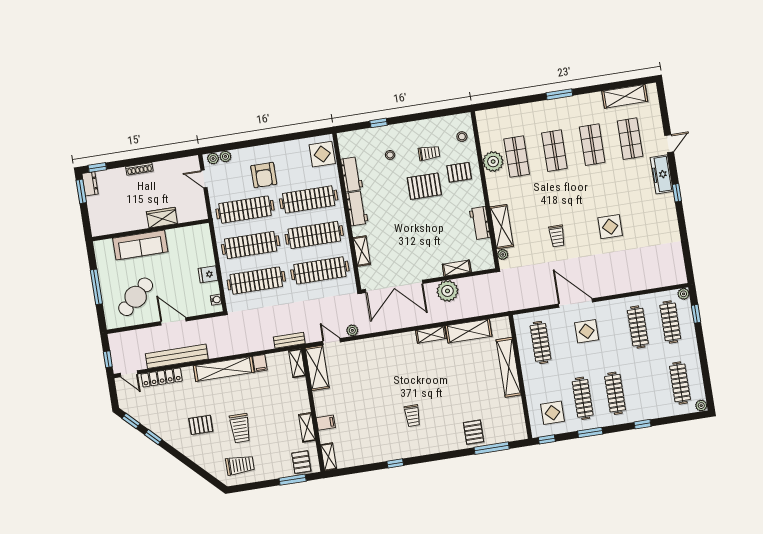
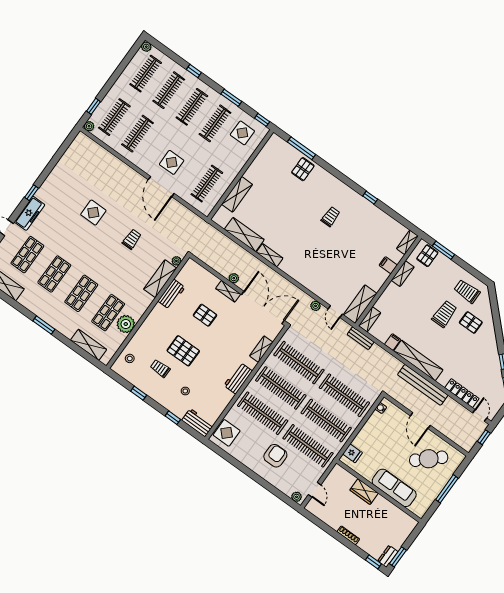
shelving: (507, 114) -> (89, 345), added
window: (426, 115) -> (139, 393), added
plant: (225, 156) -> (288, 490), removed
pallet: (459, 172) -> (205, 315), moved
workbench: (352, 174) -> (198, 423), moved, turned 90
shelving: (457, 268) -> (228, 291), moved
fridge: (208, 274) -> (352, 453), moved
plant: (447, 291) -> (234, 278), width x0.53, depth x0.53
bench: (177, 356) -> (423, 385), moved
shelving: (509, 367) -> (237, 194), width x0.68
clothes rail: (648, 388) -> (169, 90), added
pallet: (201, 425) -> (471, 322), moved

